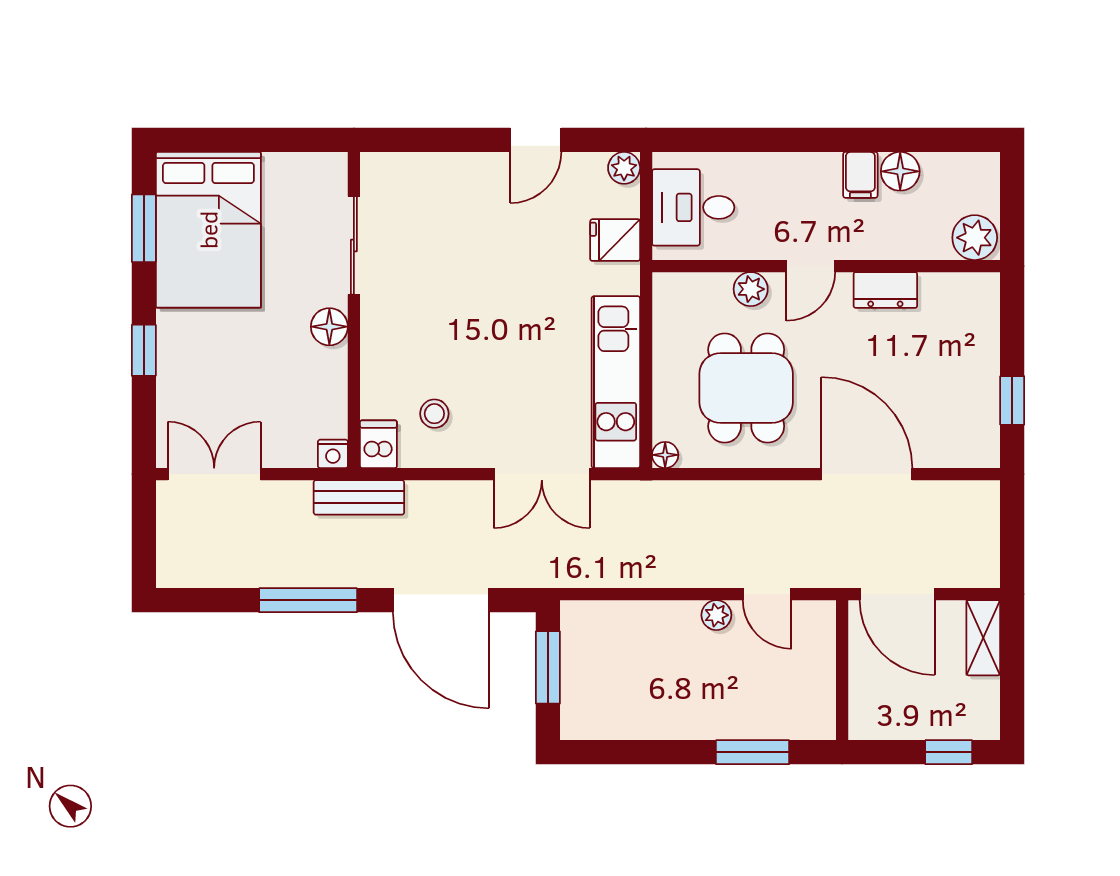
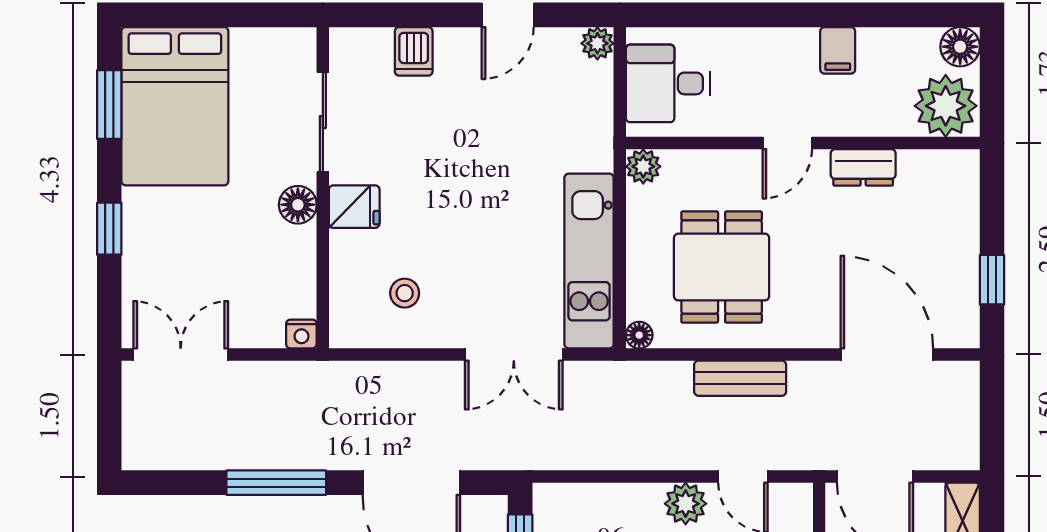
floor lamp: (900, 171) -> (960, 47), moved
plant: (975, 238) -> (946, 106), width x1.36, depth x1.36
fridge: (615, 240) -> (354, 207), moved, turned 180
plant: (751, 289) -> (643, 166), moved
dishwasher: (378, 444) -> (414, 51), moved, turned 180
door: (867, 474) -> (887, 355), moved
bench: (359, 497) -> (740, 378), moved
plant: (716, 615) -> (686, 504), width x1.38, depth x1.38

